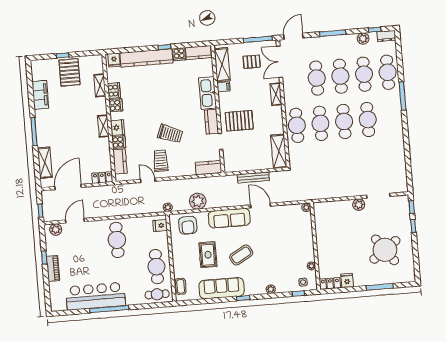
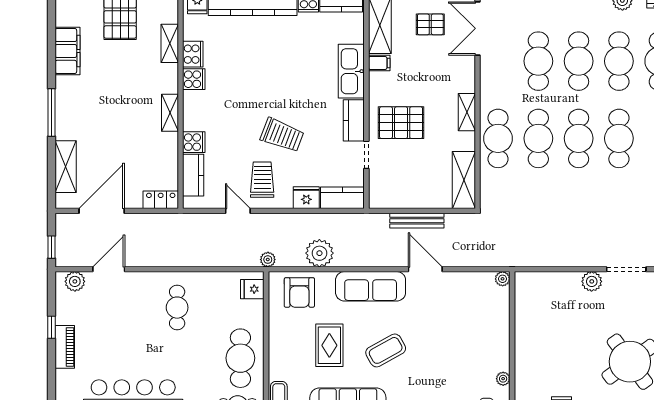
shelving: (276, 94) -> (467, 112), moved
fridge: (117, 128) -> (306, 198), moved, turned -90
cafe table: (117, 240) -> (177, 308), width x0.73, depth x0.74

